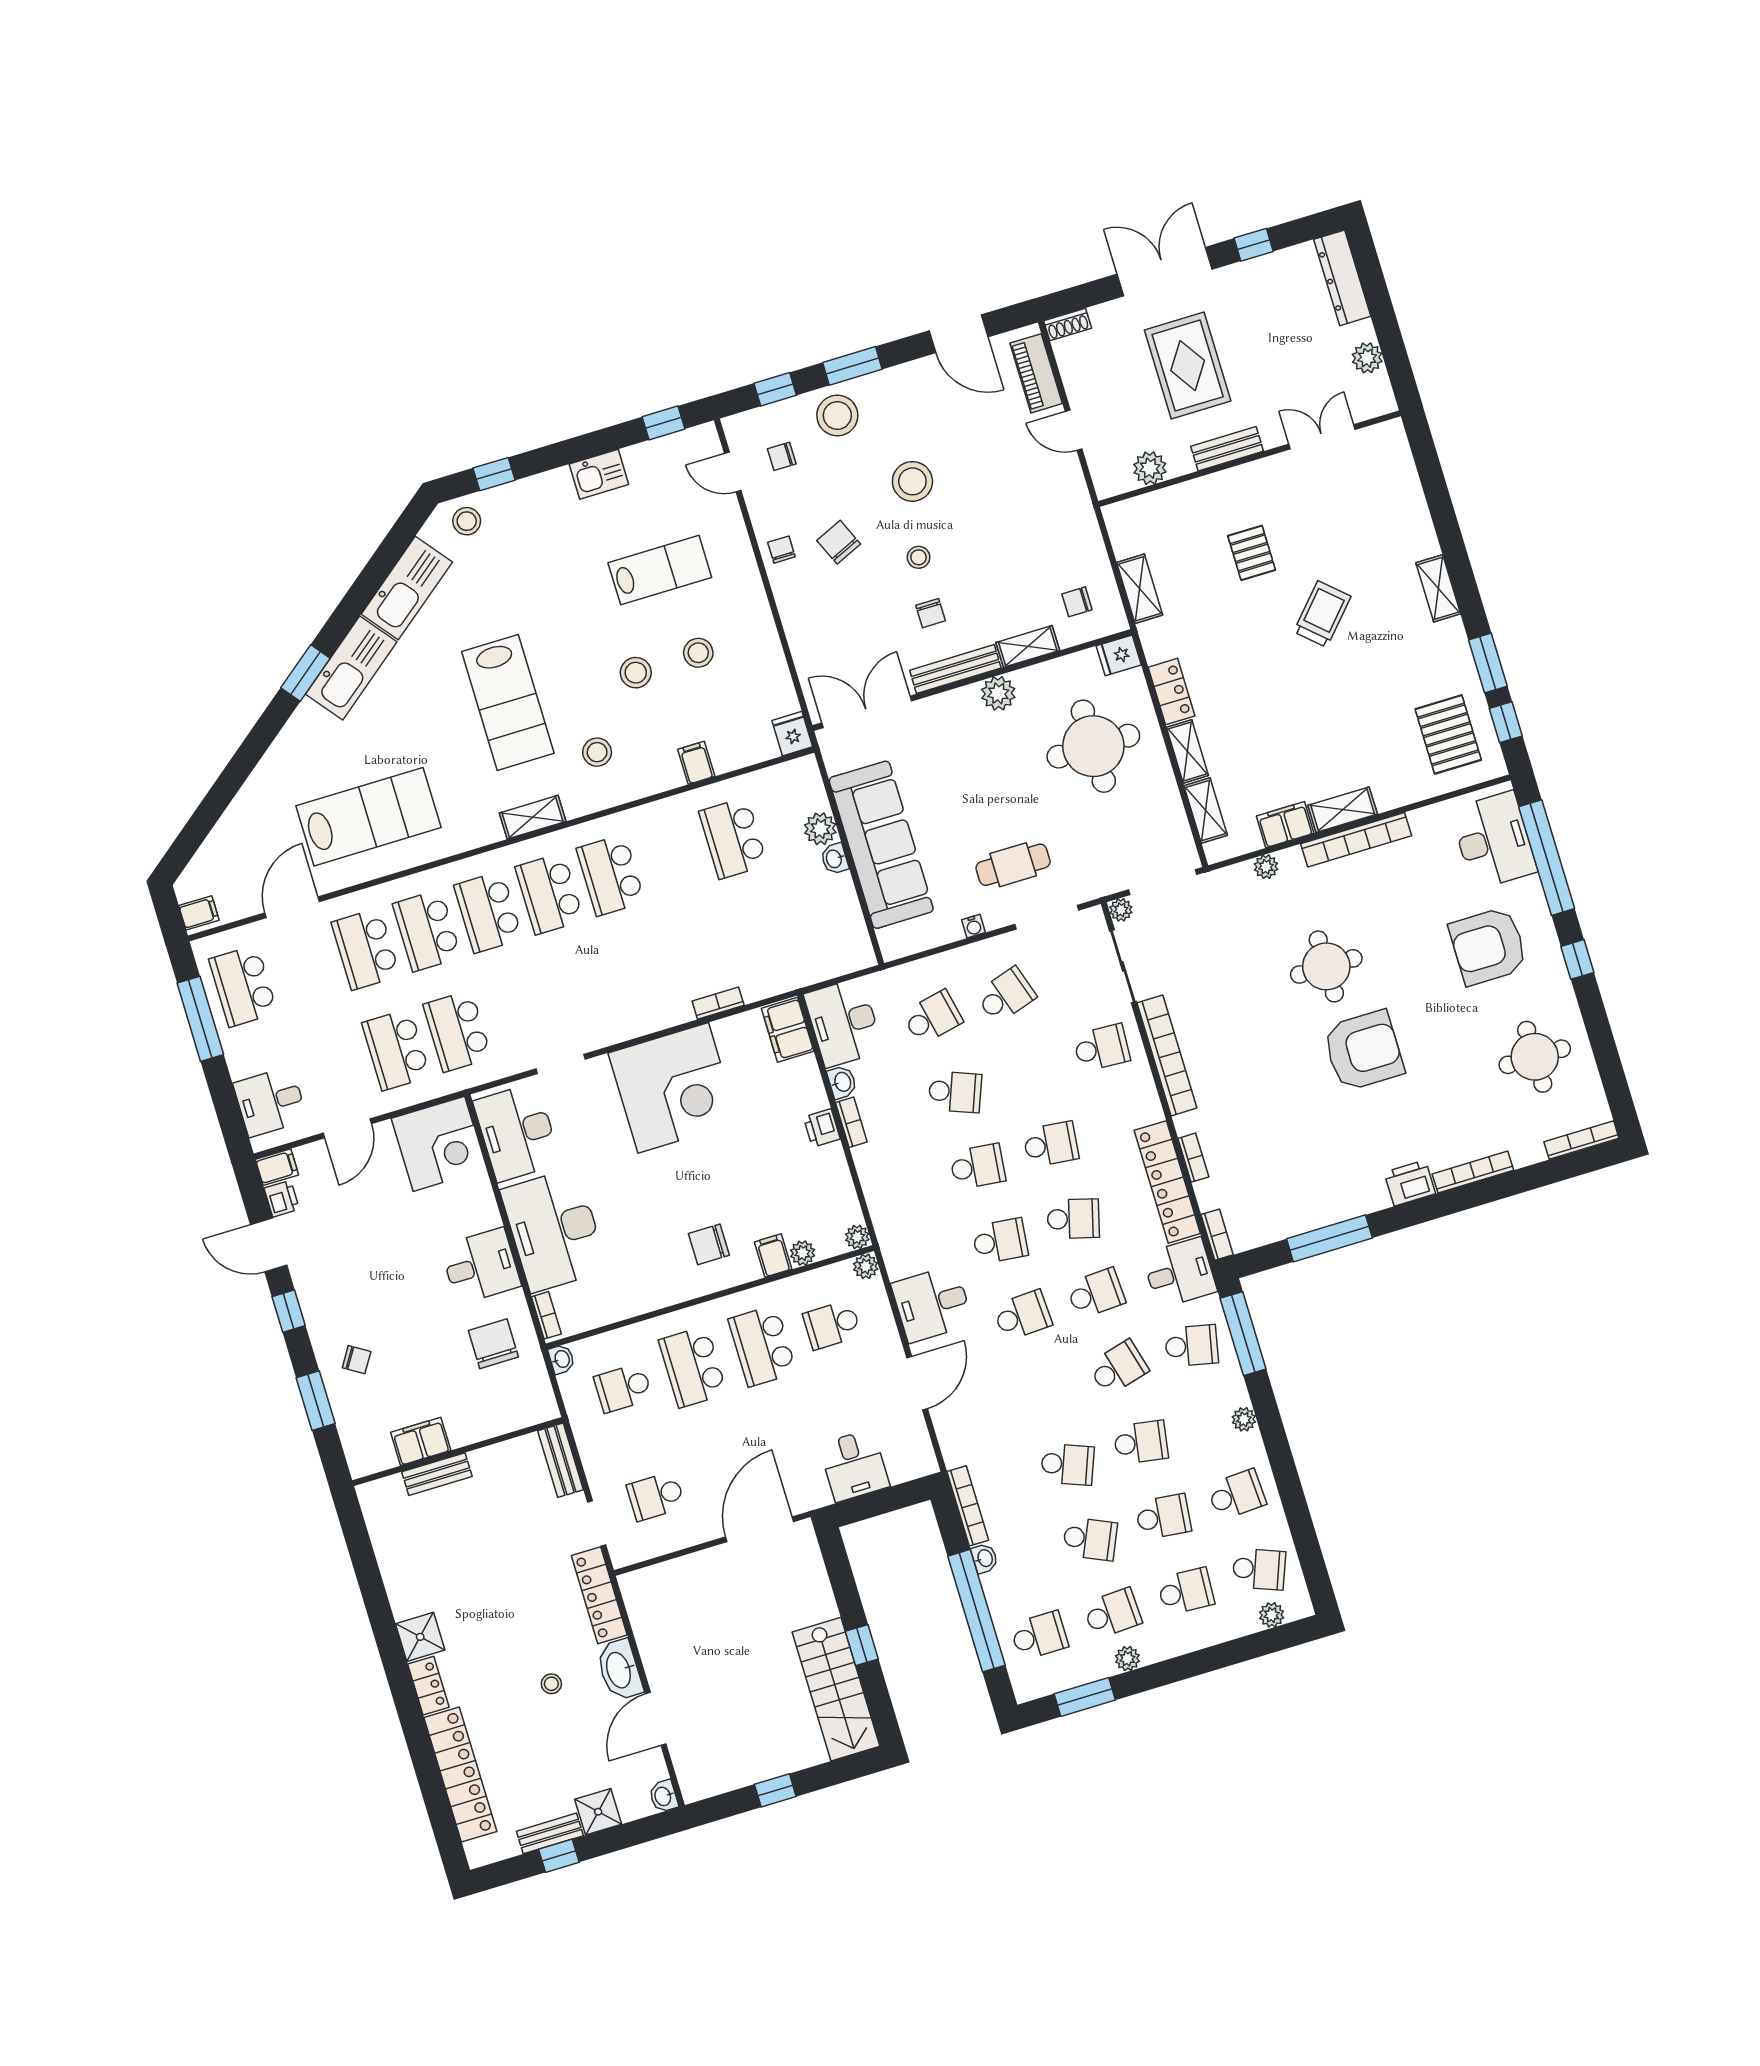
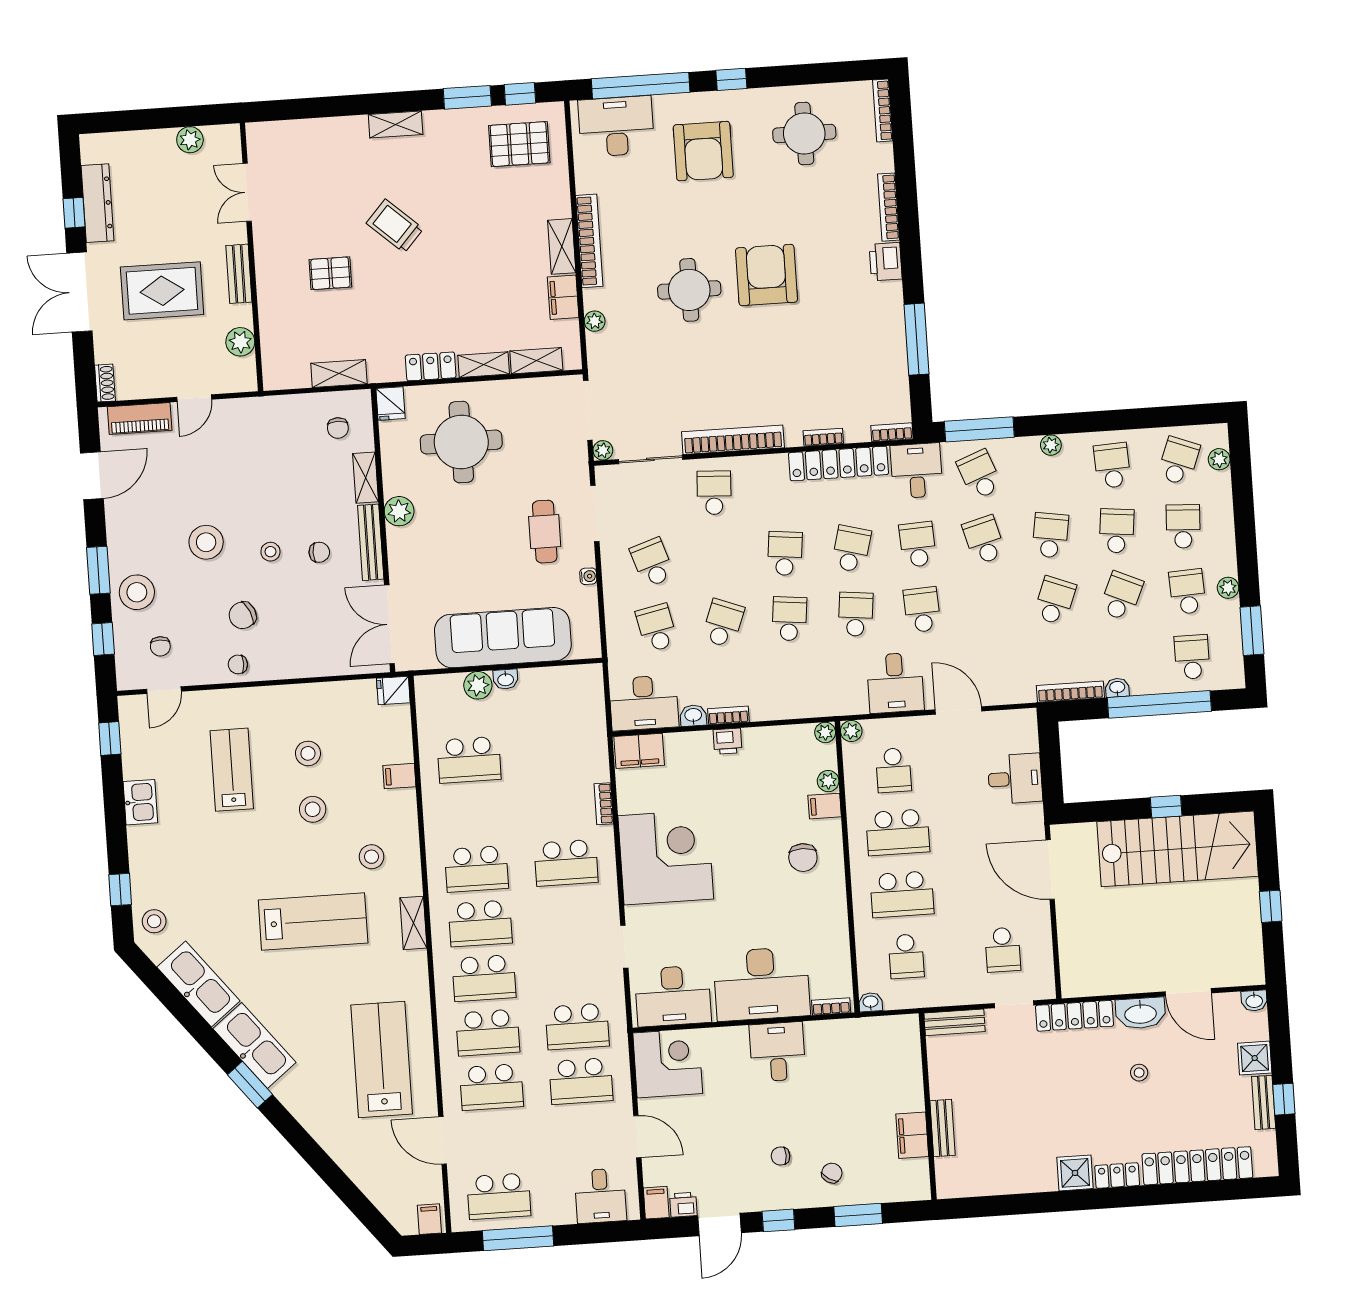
dresser: (1342, 278) -> (97, 203), moved, turned -90
school desk: (641, 976) -> (566, 863), added
chair: (493, 1344) -> (781, 1156), moved, width x0.54, depth x0.54
school desk: (1192, 1346) -> (980, 475), turned -33
stairs: (836, 1689) -> (1178, 849), width x1.36, depth x1.51

